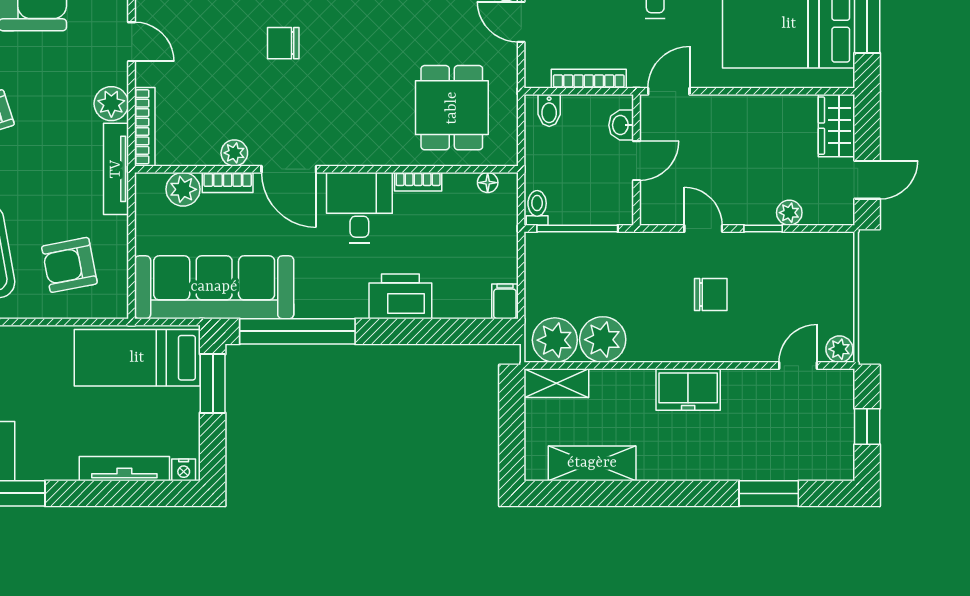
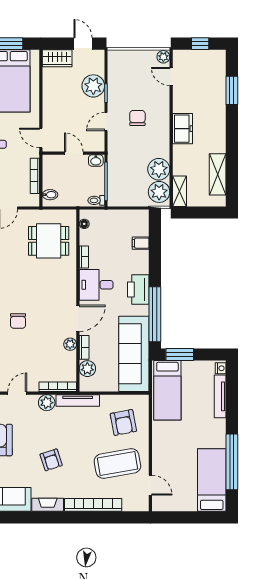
washbasin: (621, 125) -> (96, 161), moved
plant: (789, 213) -> (93, 86), width x1.88, depth x1.88
printer: (400, 296) -> (138, 290), moved
filing cabinet: (505, 301) -> (141, 243), moved

